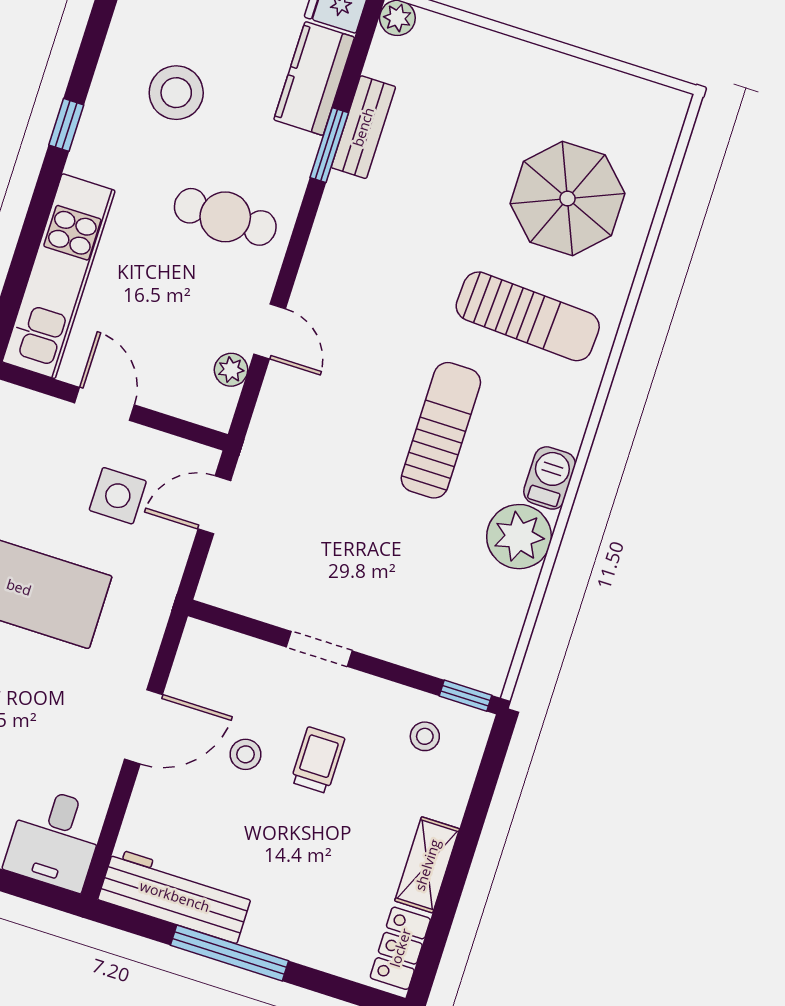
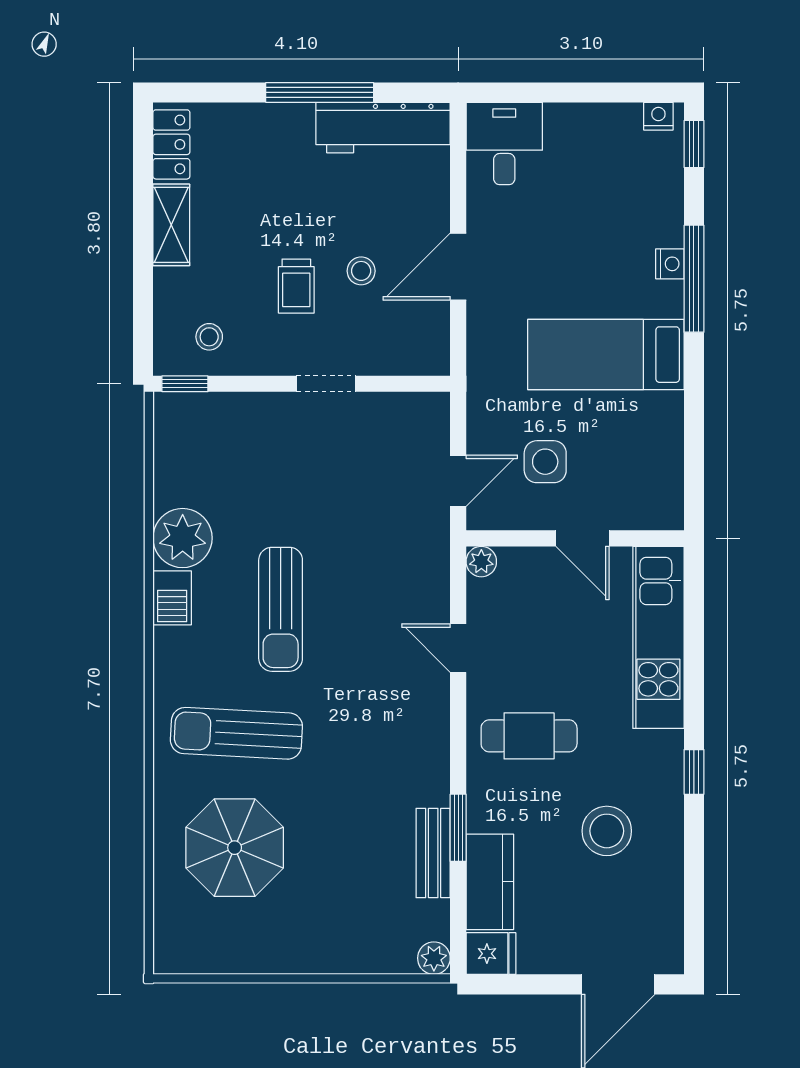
plant: (231, 370) -> (481, 562), moved

